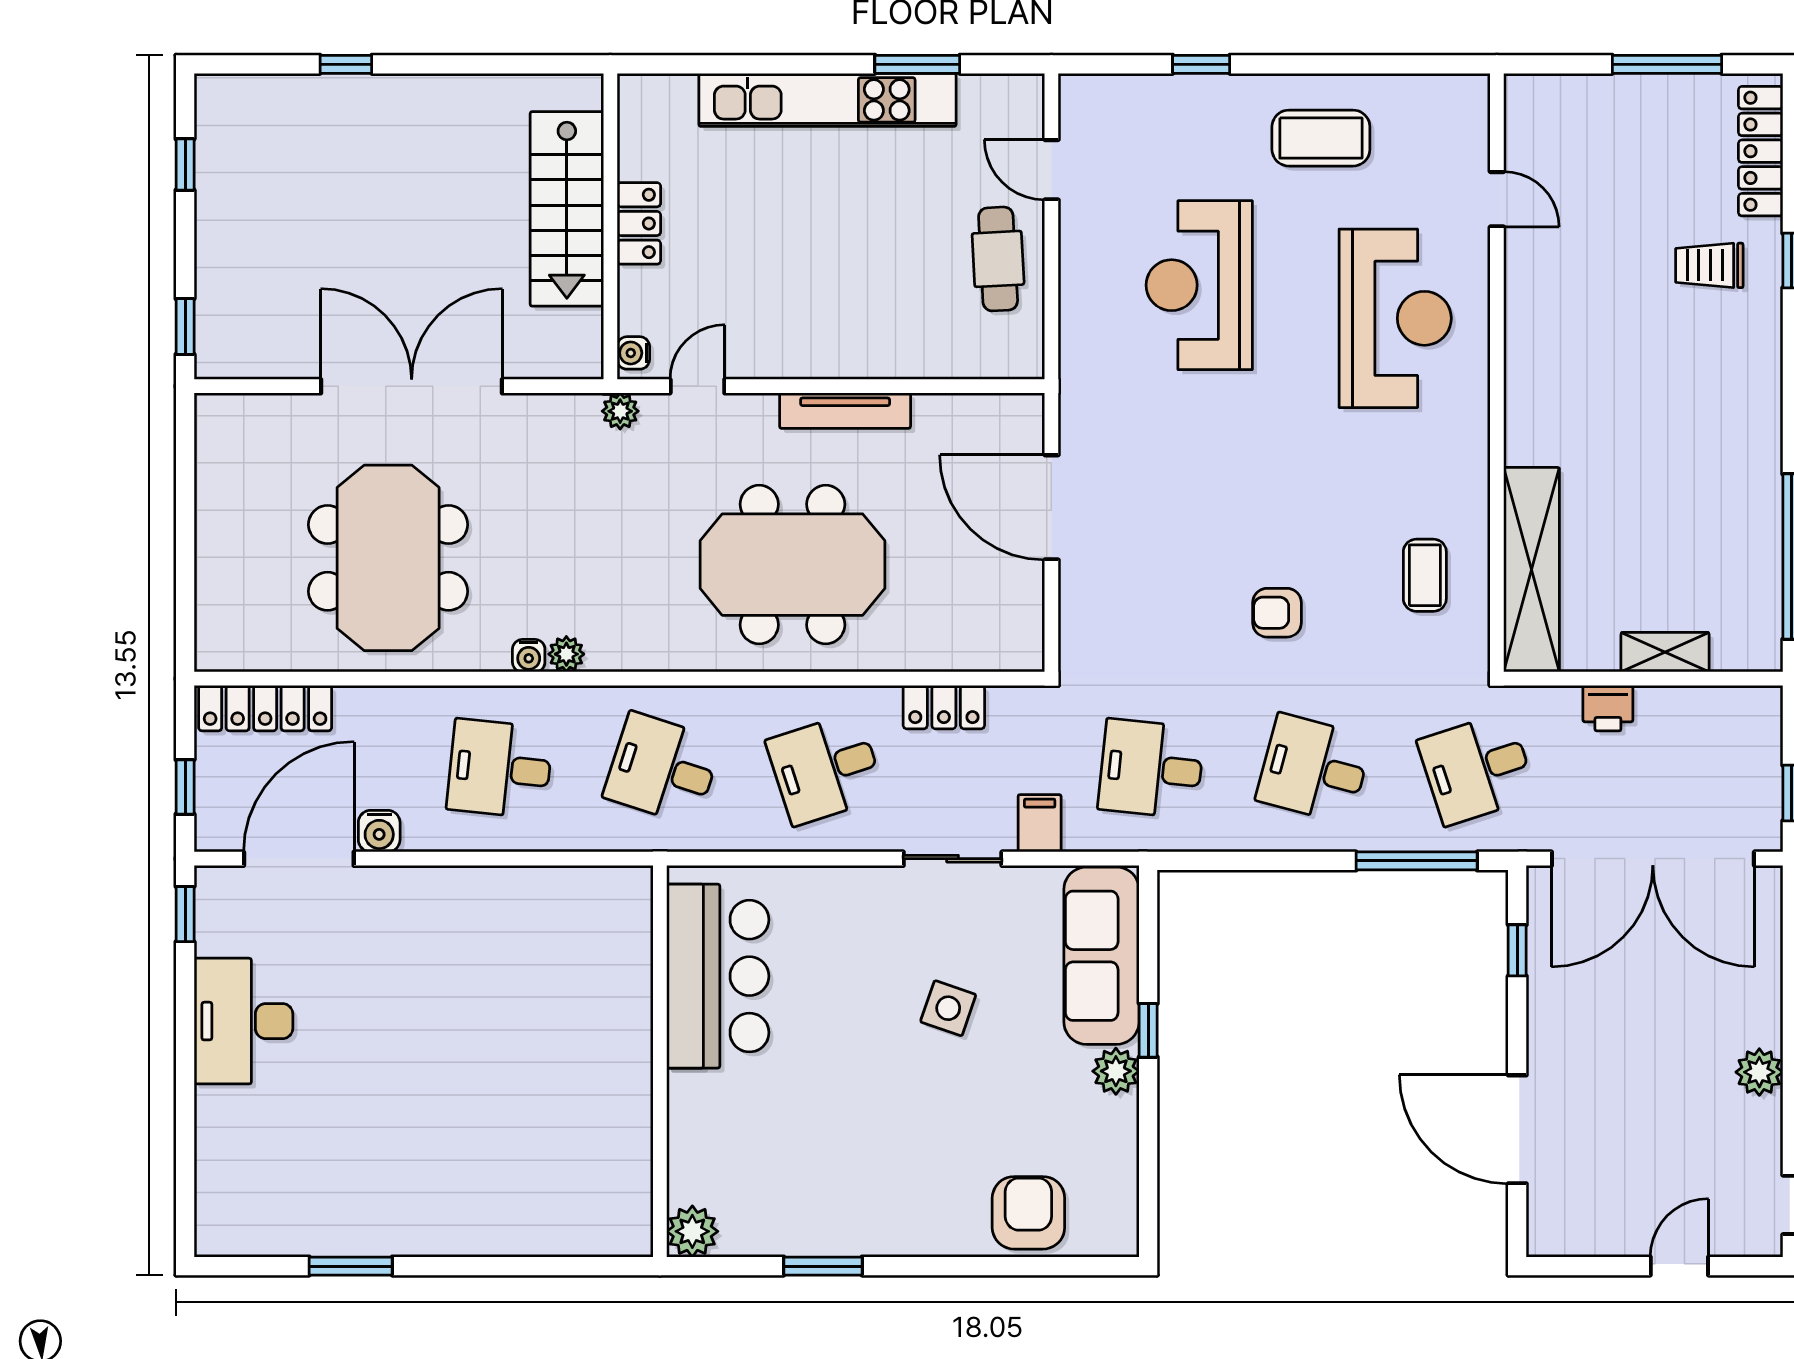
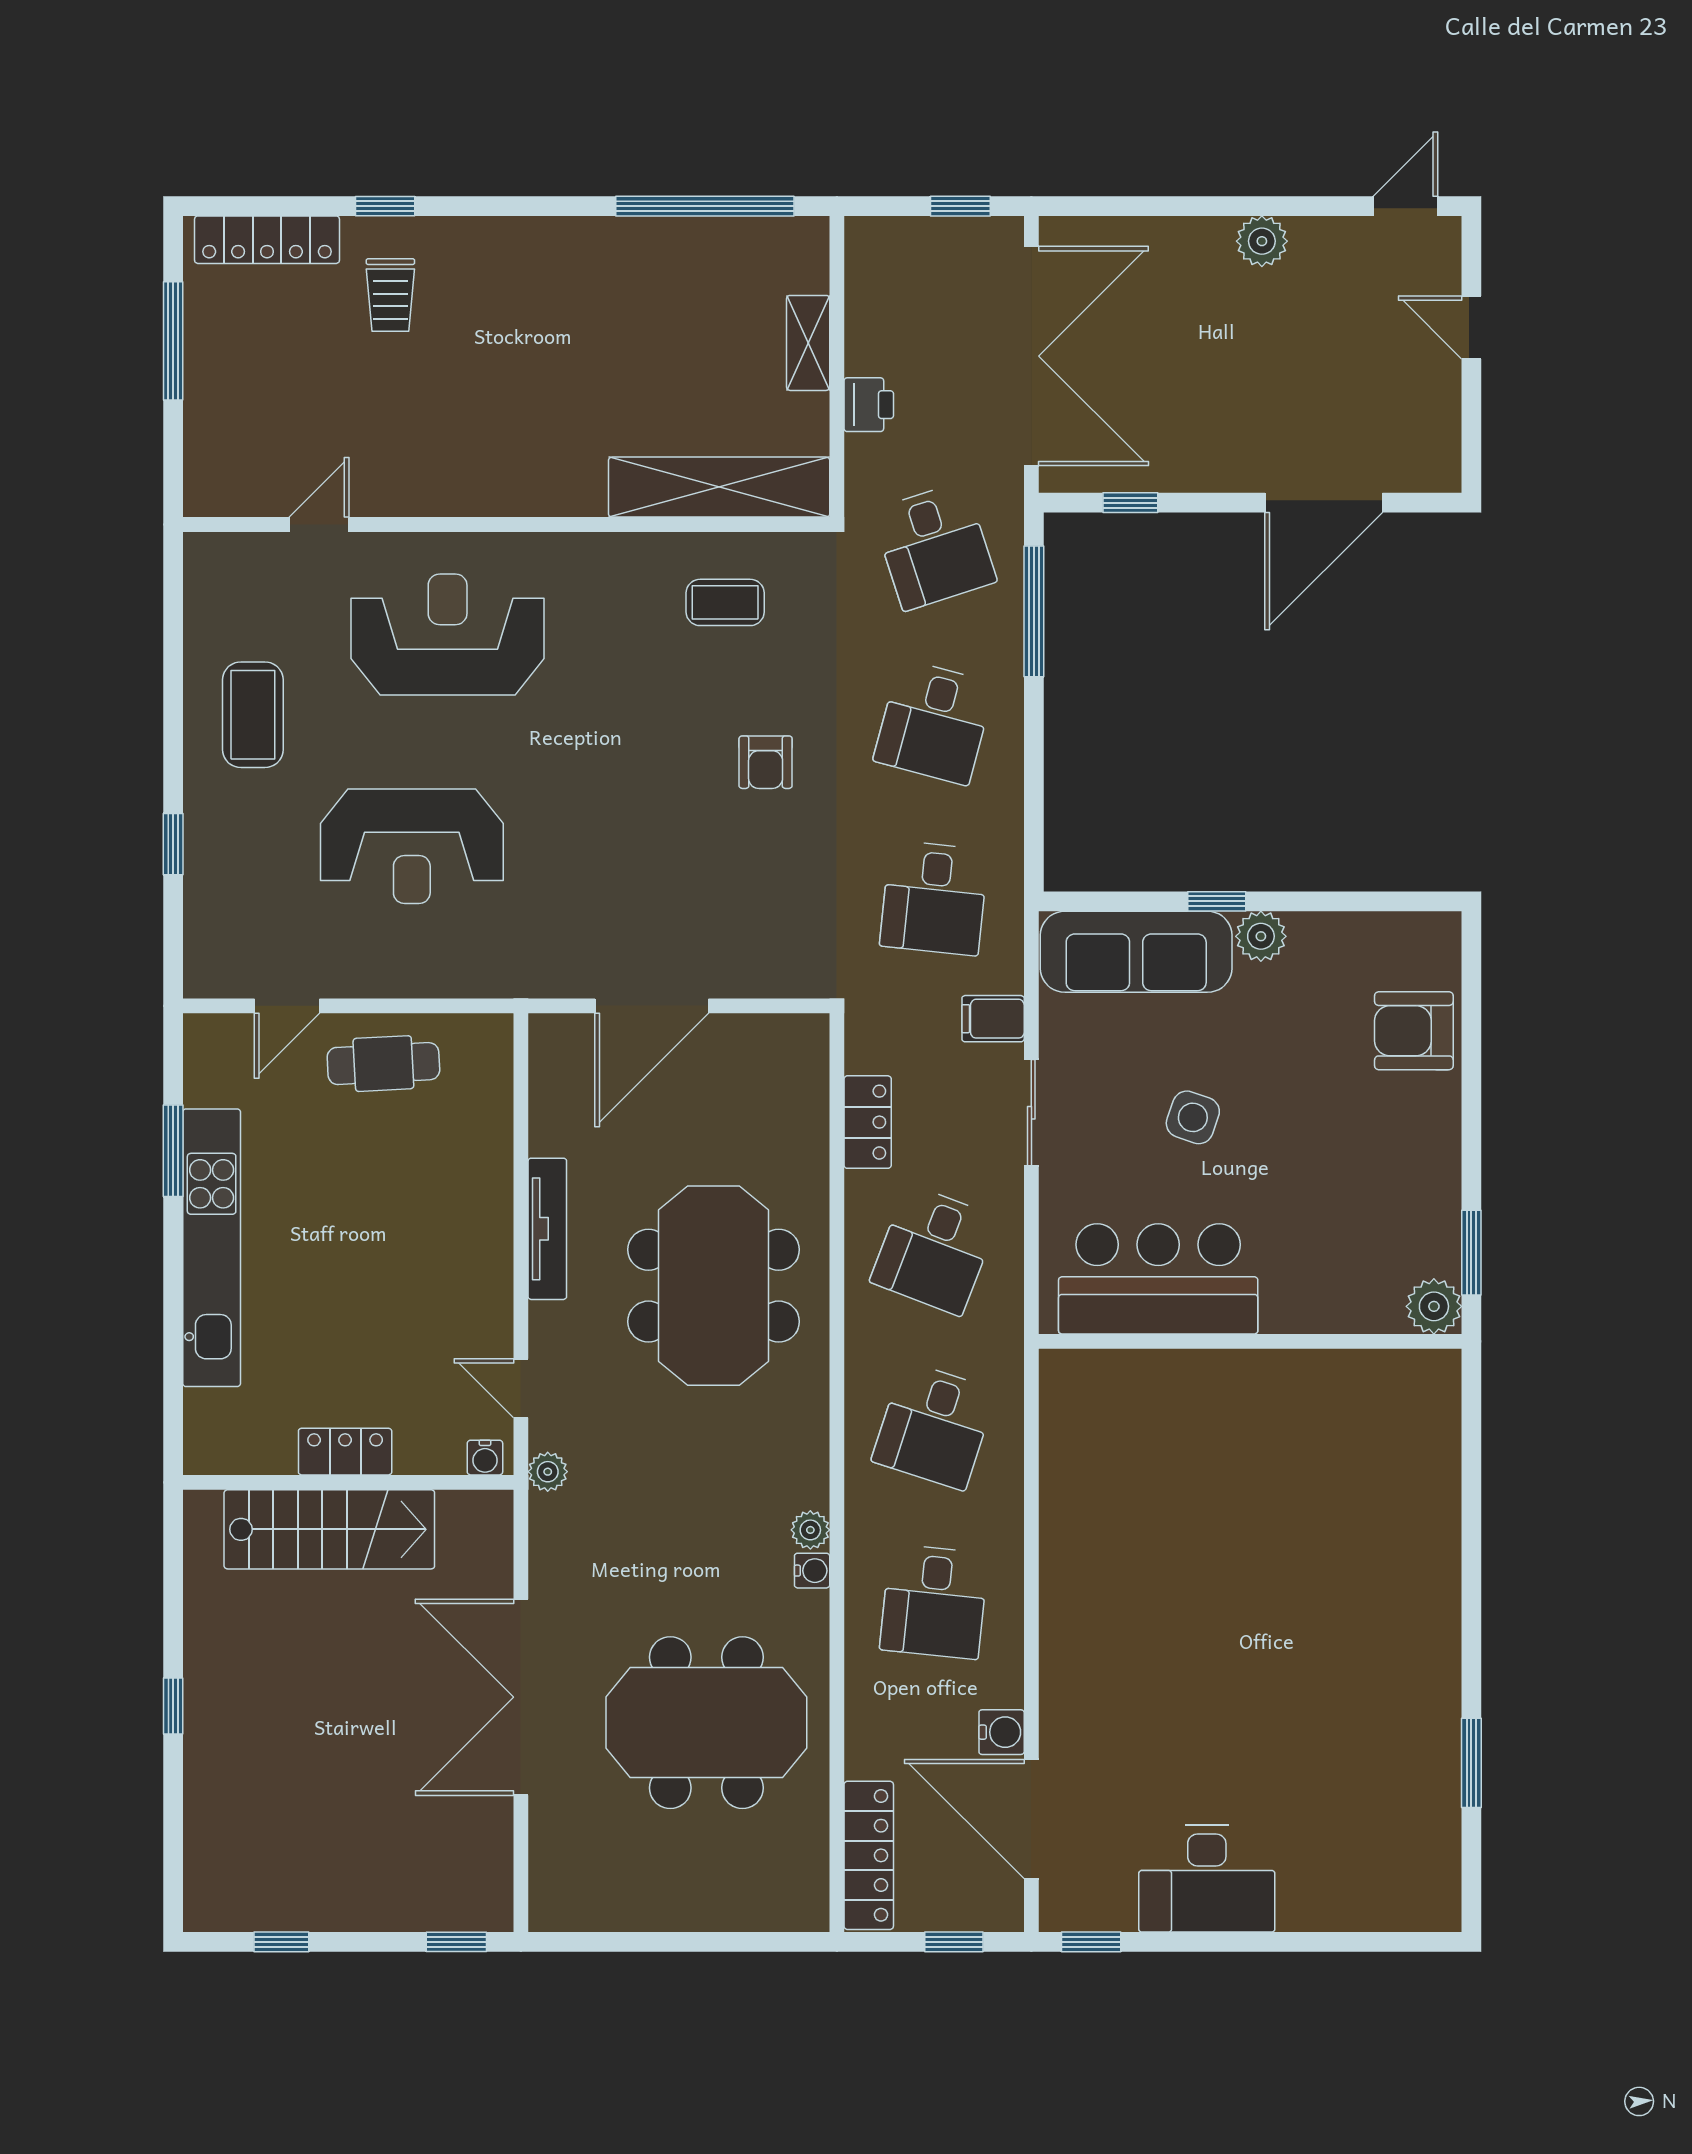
window: (346, 64) -> (173, 1706), moved
desk: (826, 769) -> (934, 1250), turned 39
bar counter: (718, 976) -> (1158, 1279), moved
wall: (660, 1061) -> (1250, 1341), moved
plant: (692, 1231) -> (1434, 1306), moved

